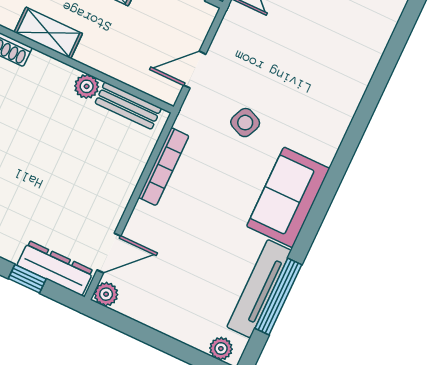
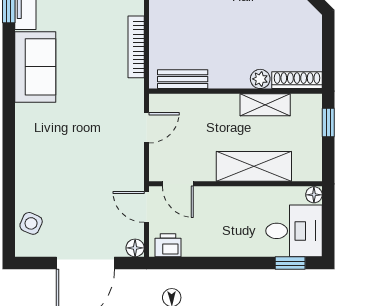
plant: (87, 86) -> (260, 79), moved
side table: (245, 123) -> (31, 223), moved

